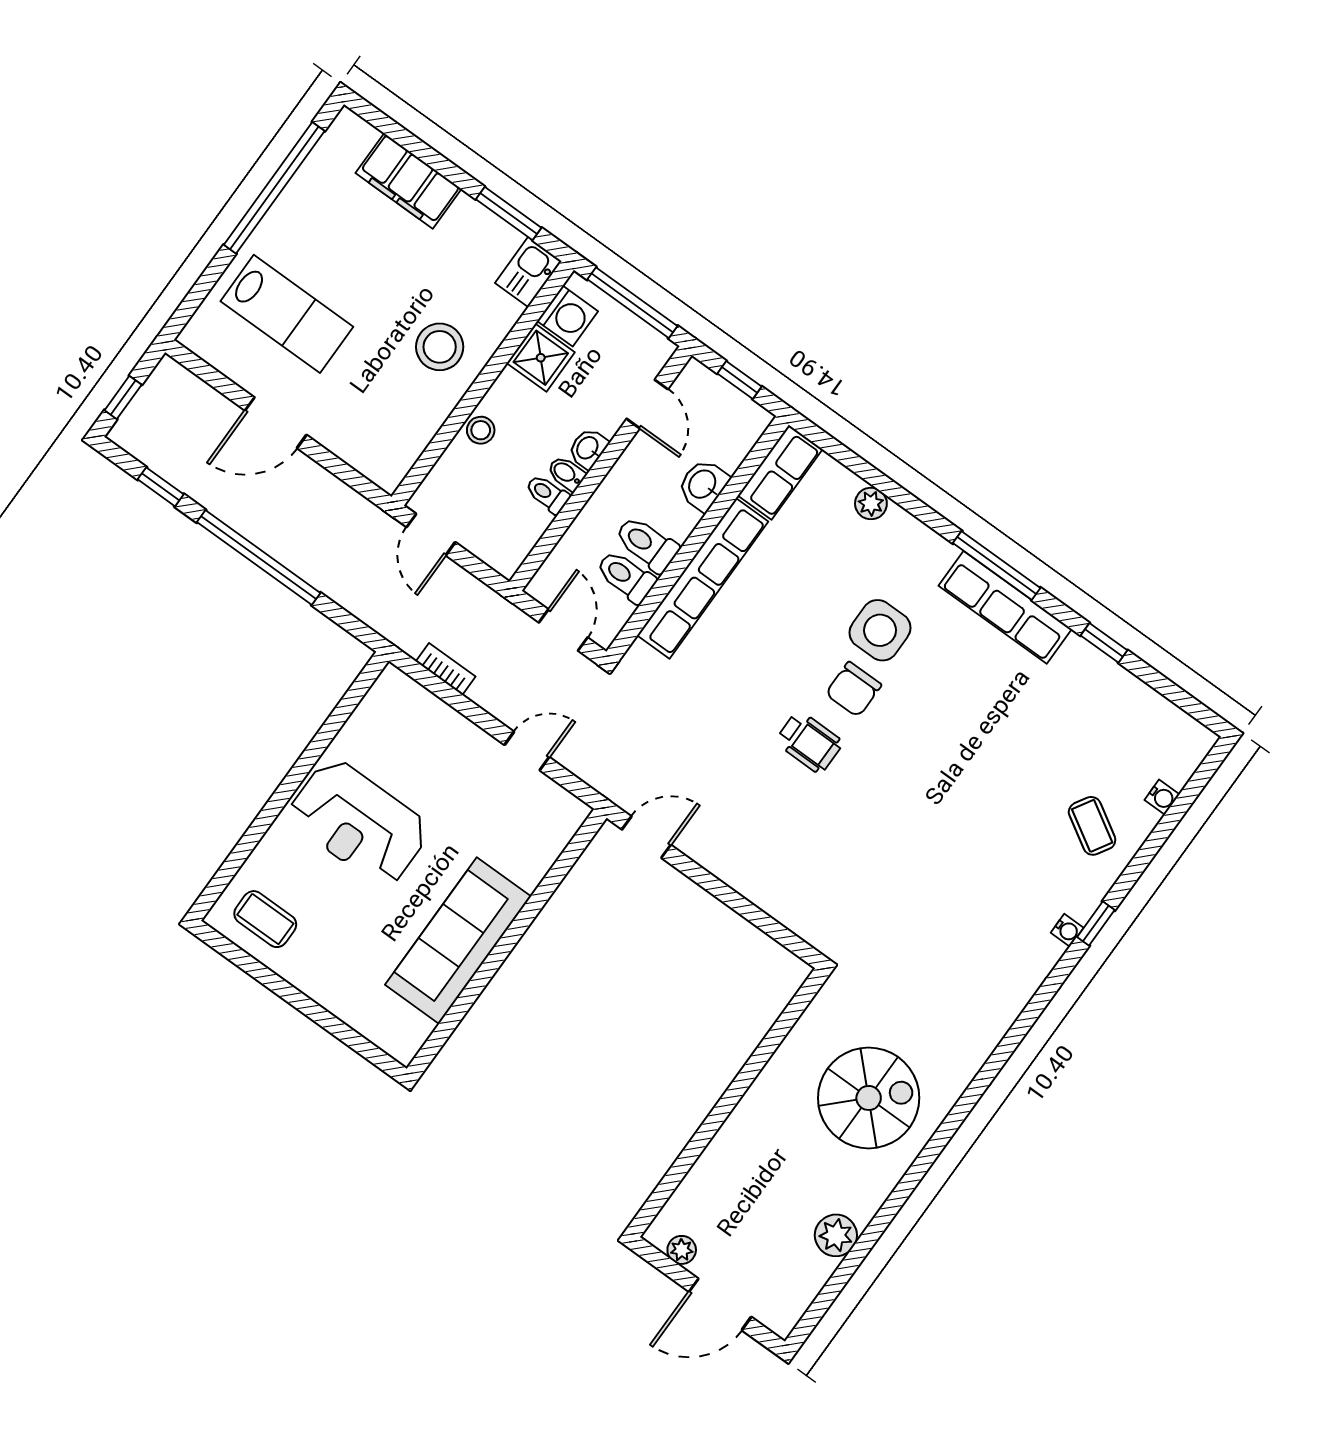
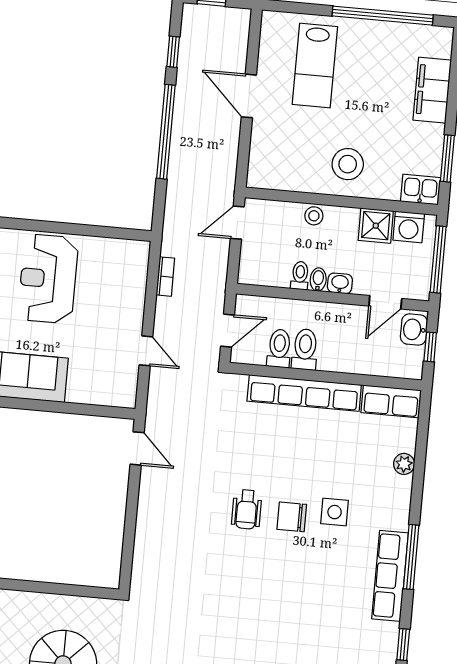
washbasin: (703, 485) -> (414, 330), moved, turned -90
side table: (880, 630) -> (335, 512), width x0.73, depth x0.73

